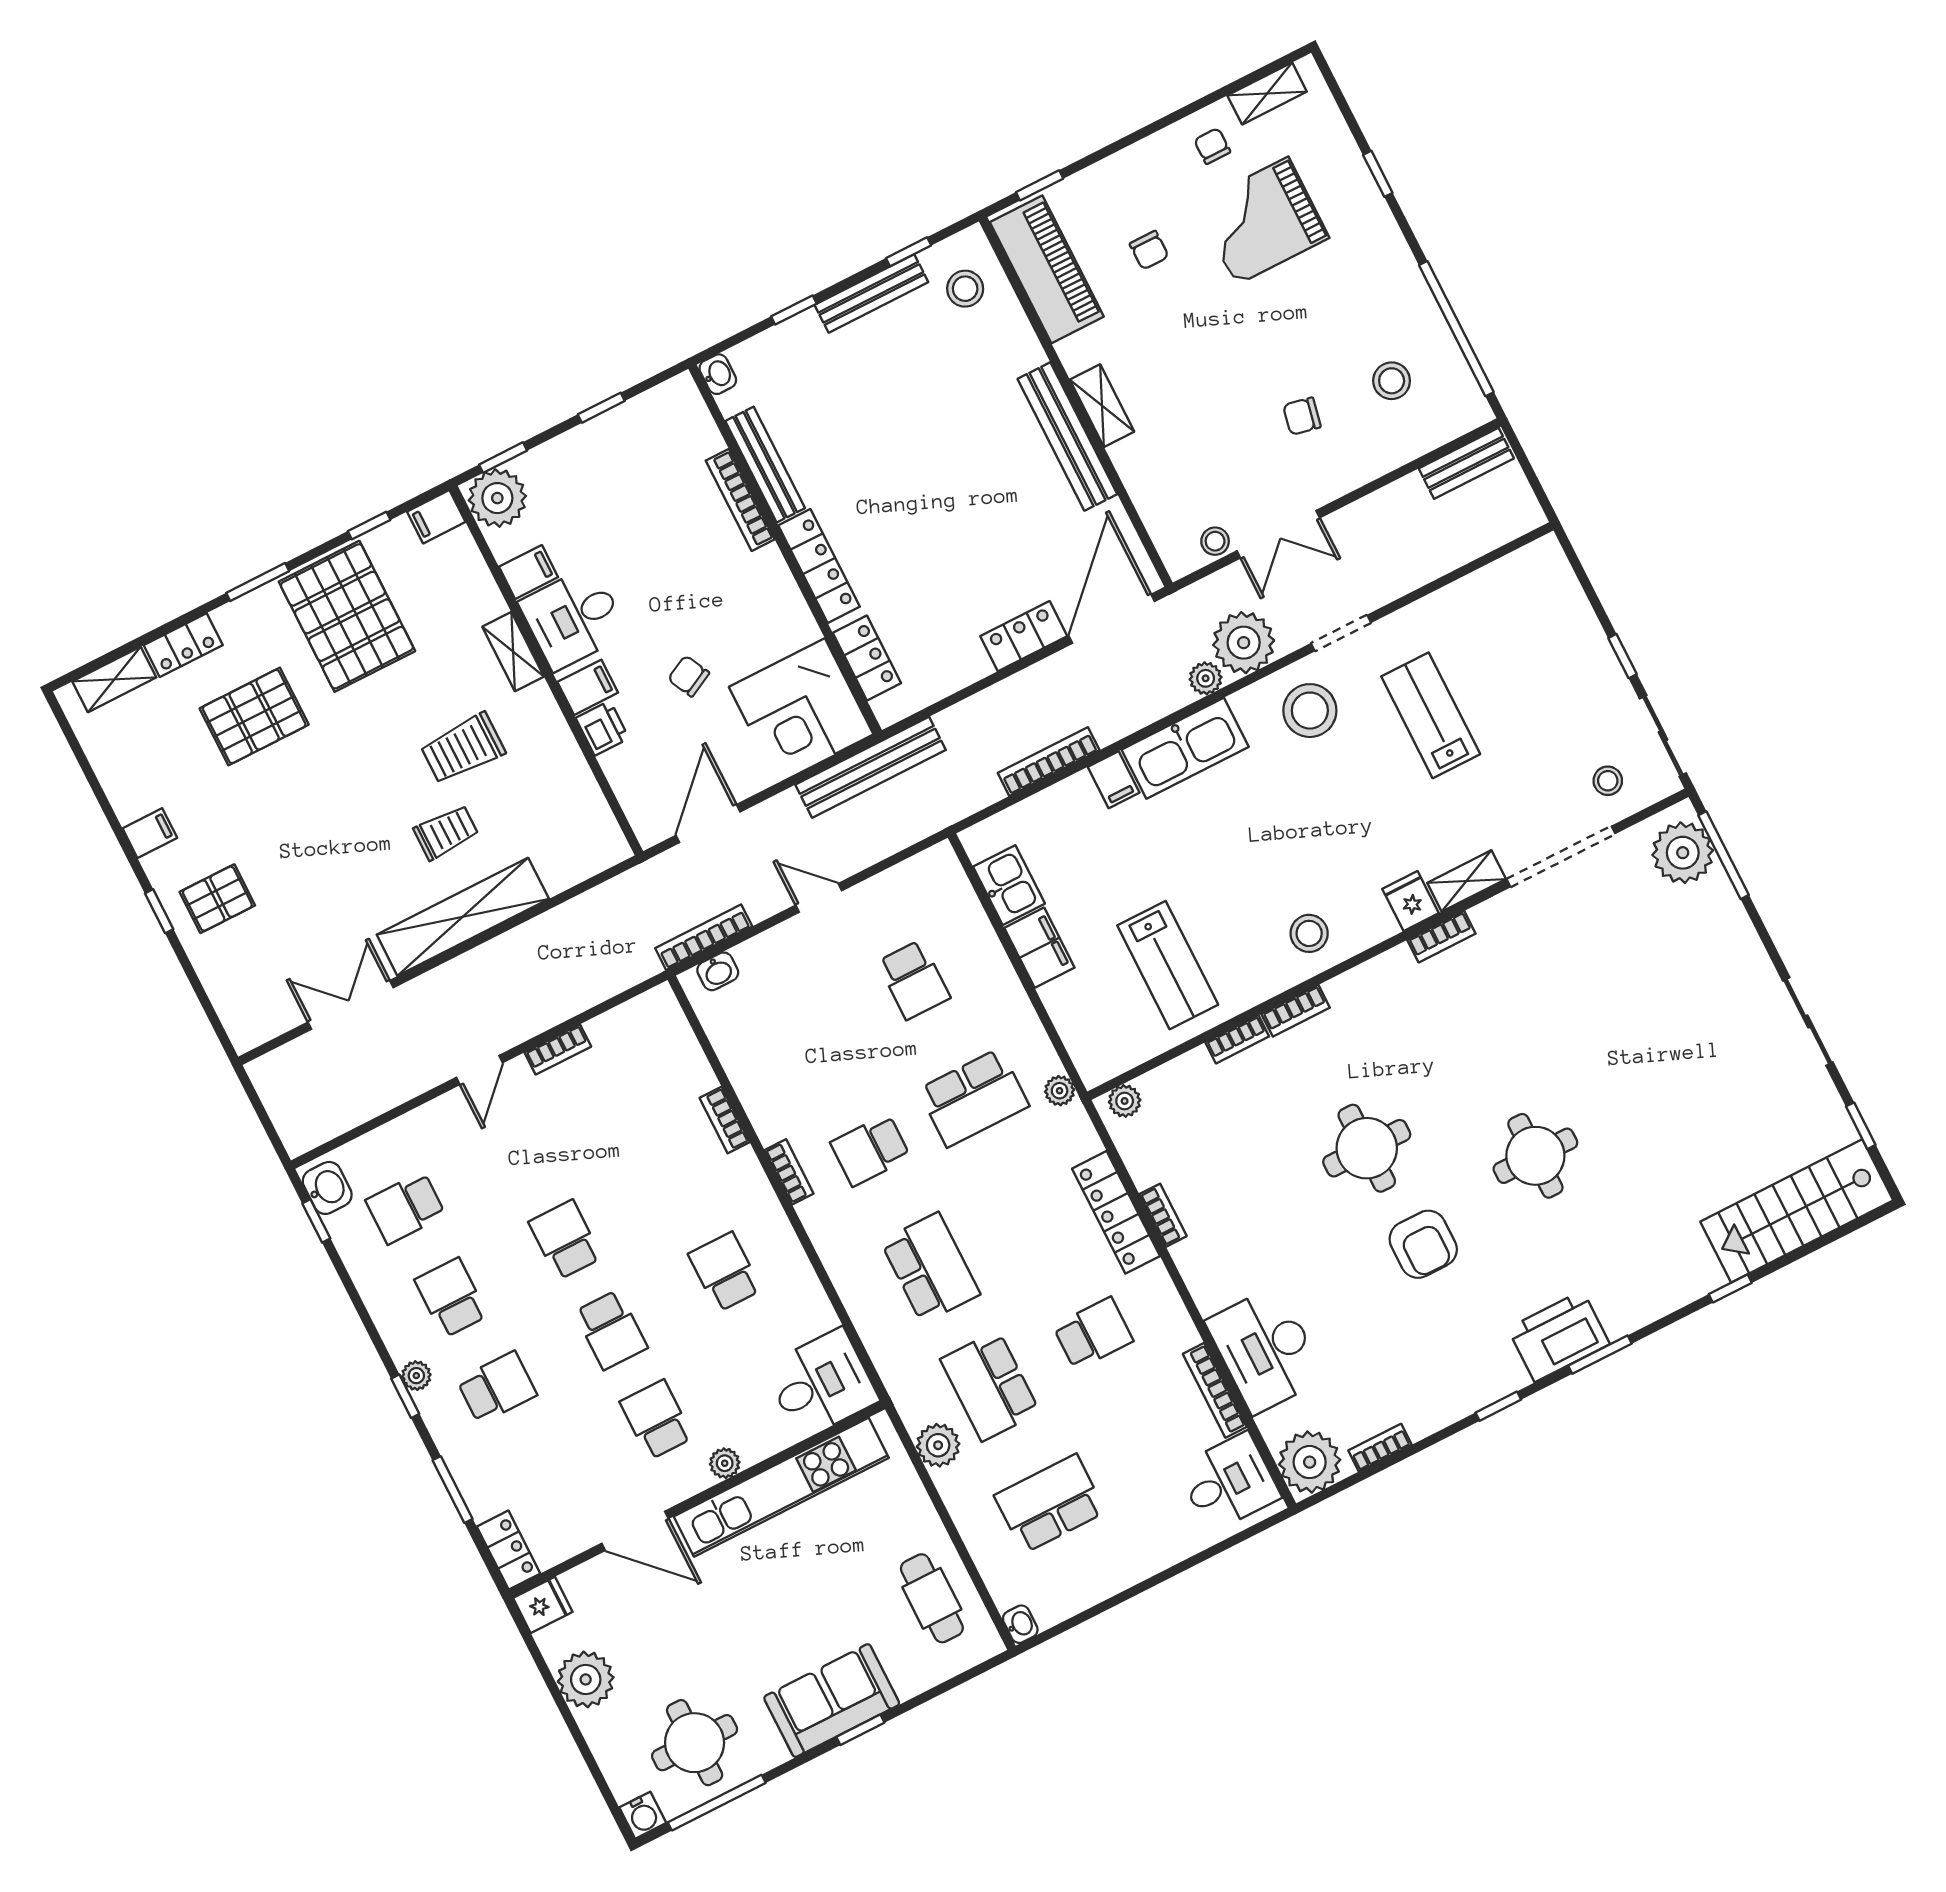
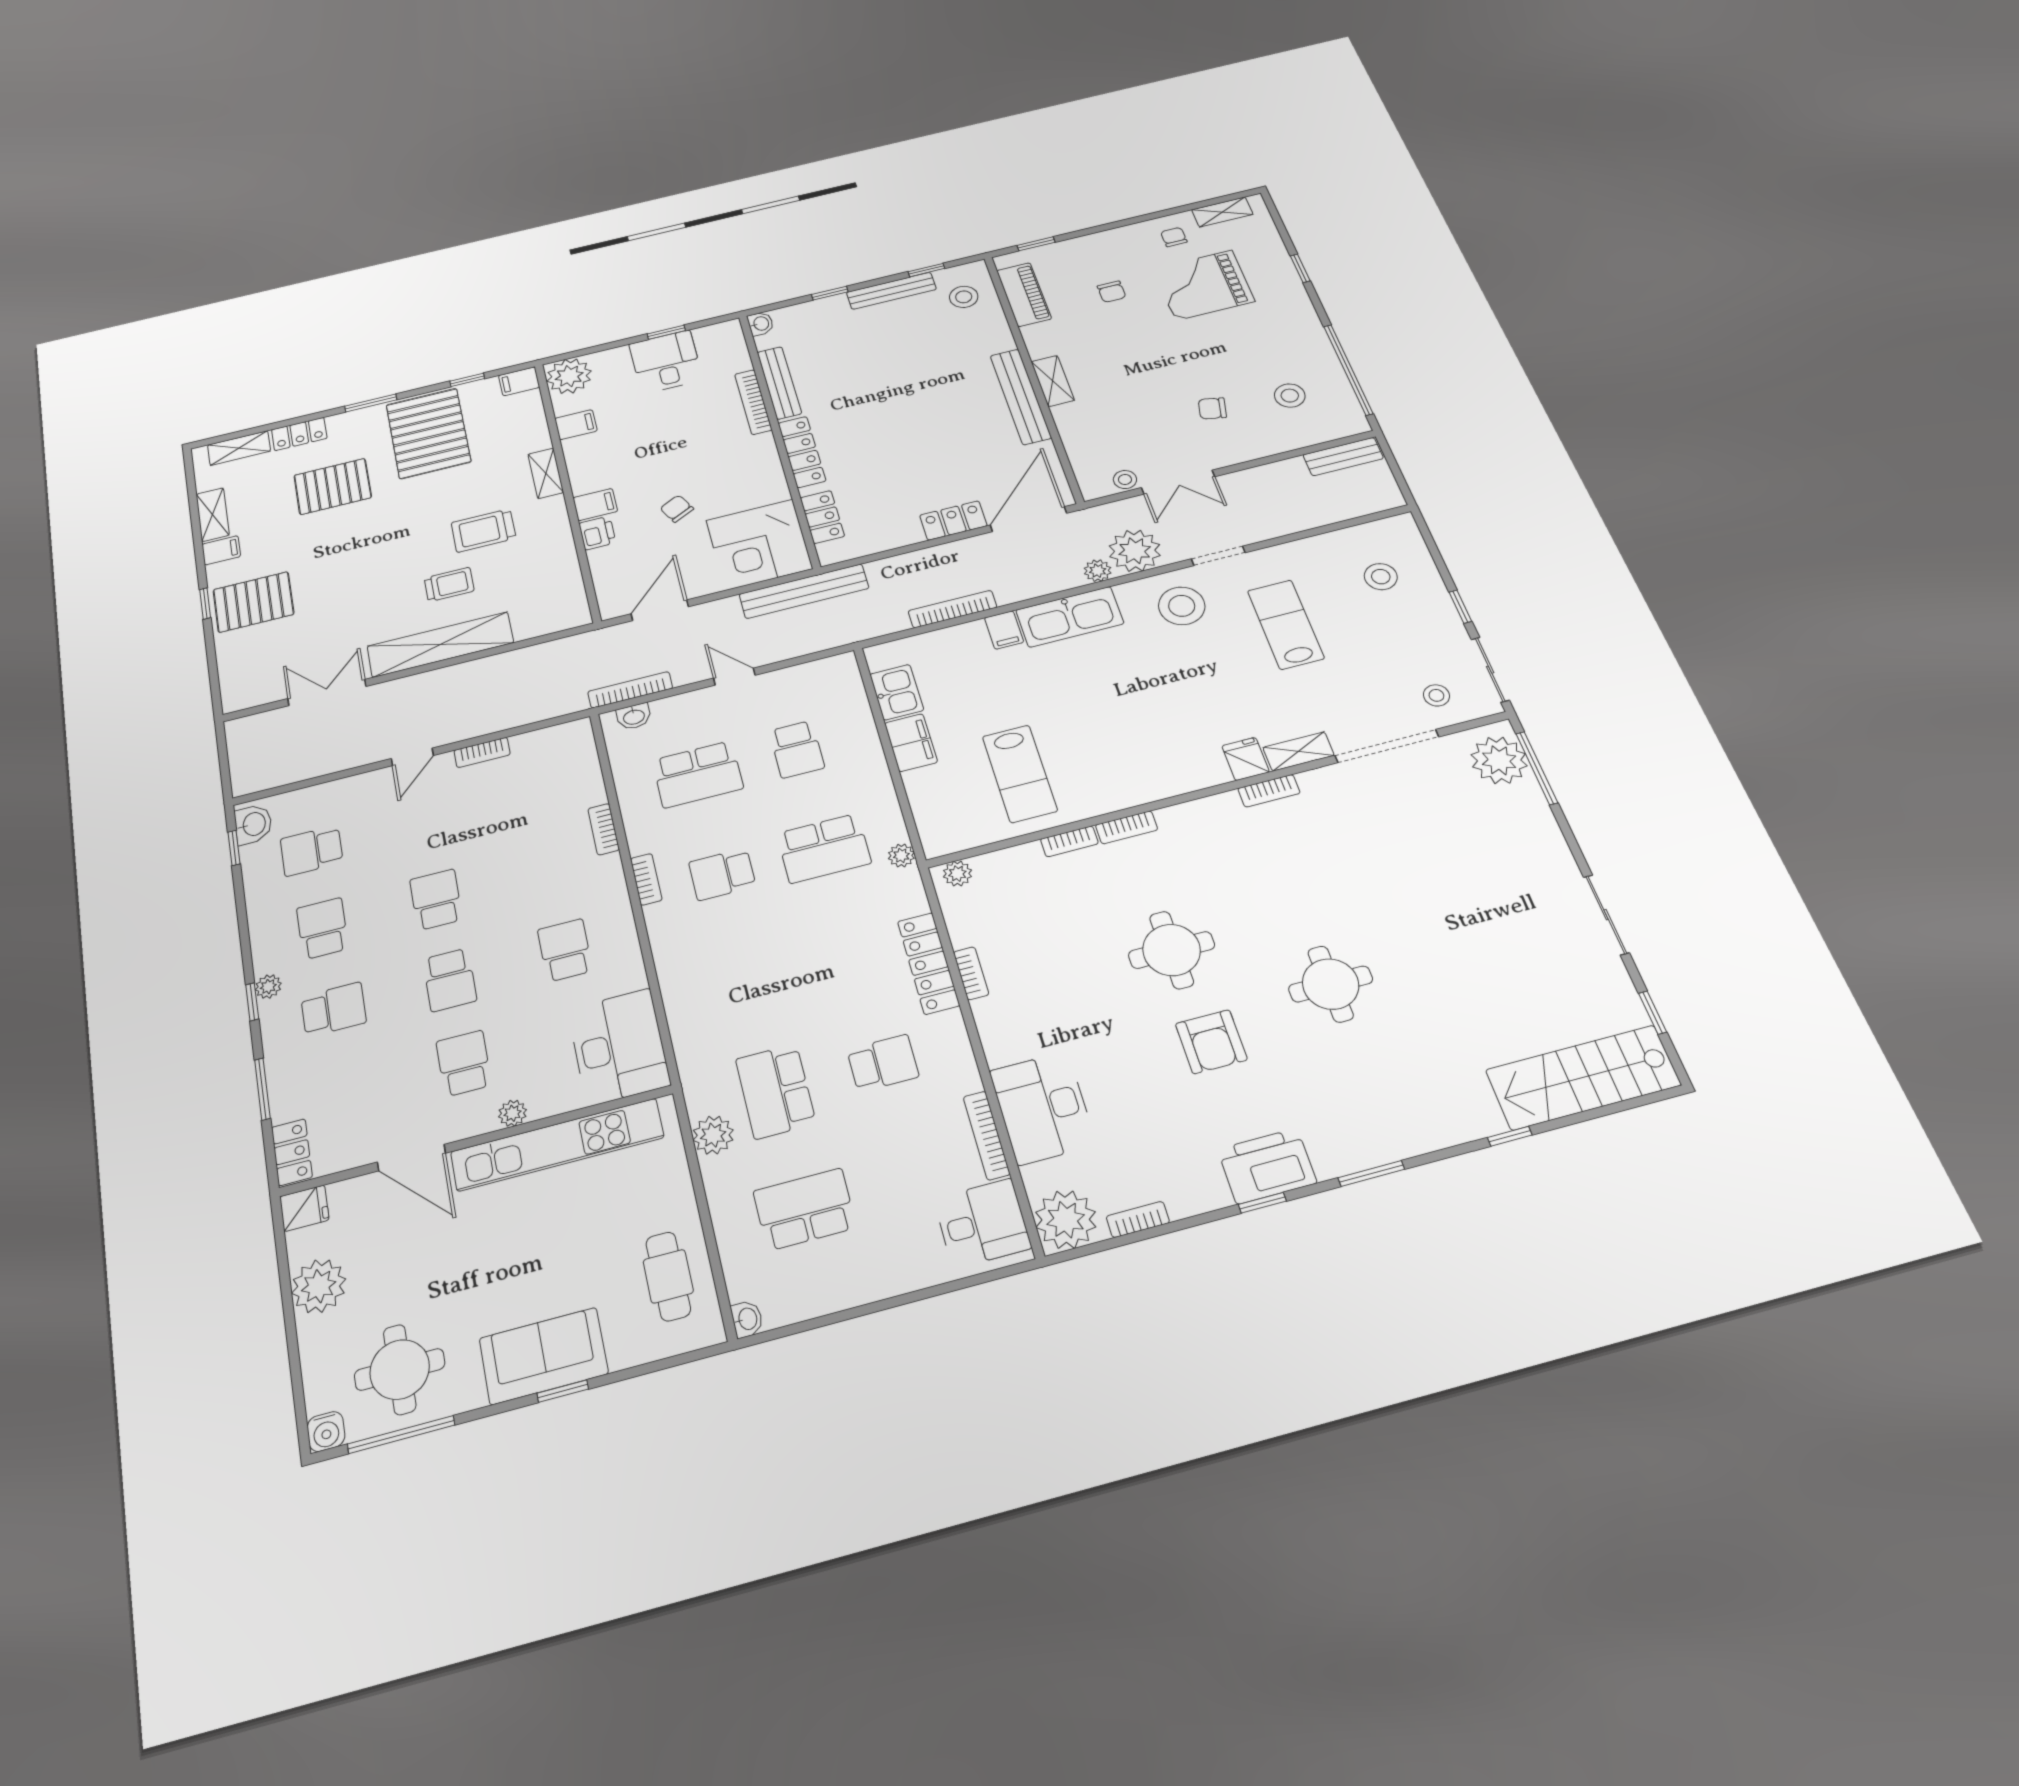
piano: (1047, 269) -> (1024, 295), width x0.73, depth x0.75
window: (503, 458) -> (582, 352), removed
desk: (573, 618) -> (666, 362), moved, turned 90
shelving: (119, 784) -> (213, 515), added
pallet: (217, 899) -> (253, 602), width x1.50, depth x1.42
stool: (1309, 933) -> (1381, 577), moved
school desk: (930, 1268) -> (698, 774), moved, turned 90
printer: (1559, 1336) -> (1267, 1166), moved
desk: (821, 1384) -> (619, 1047), width x1.37

